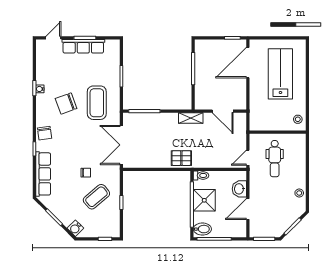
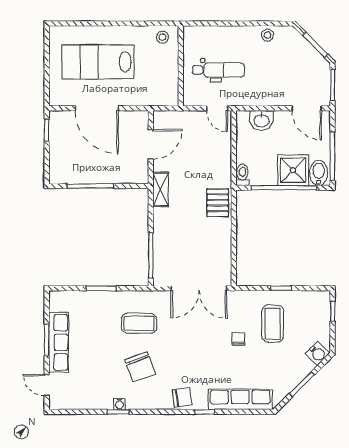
door: (248, 63) -> (97, 108), moved
coffee table: (97, 103) -> (139, 323), width x0.73, depth x0.76
coffee table: (96, 197) -> (273, 324), turned 40
shower: (204, 200) -> (293, 170), moved
door: (248, 209) -> (307, 108), moved

